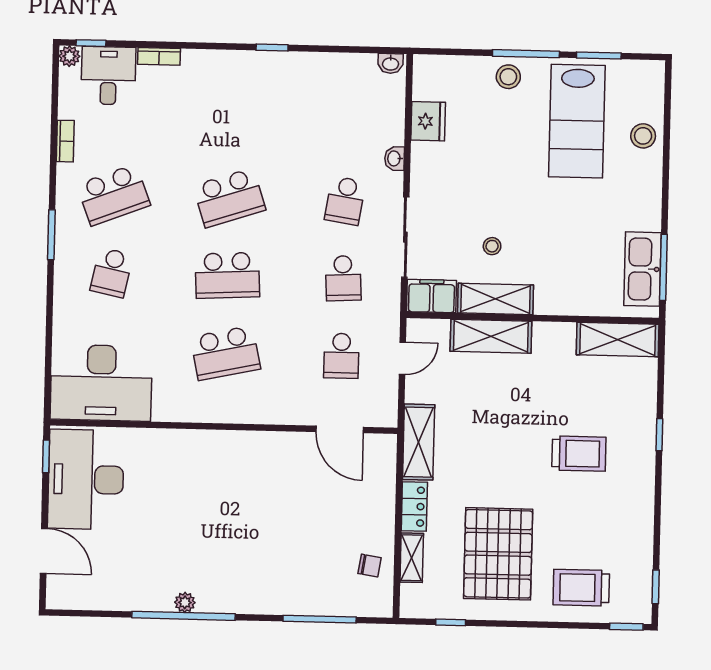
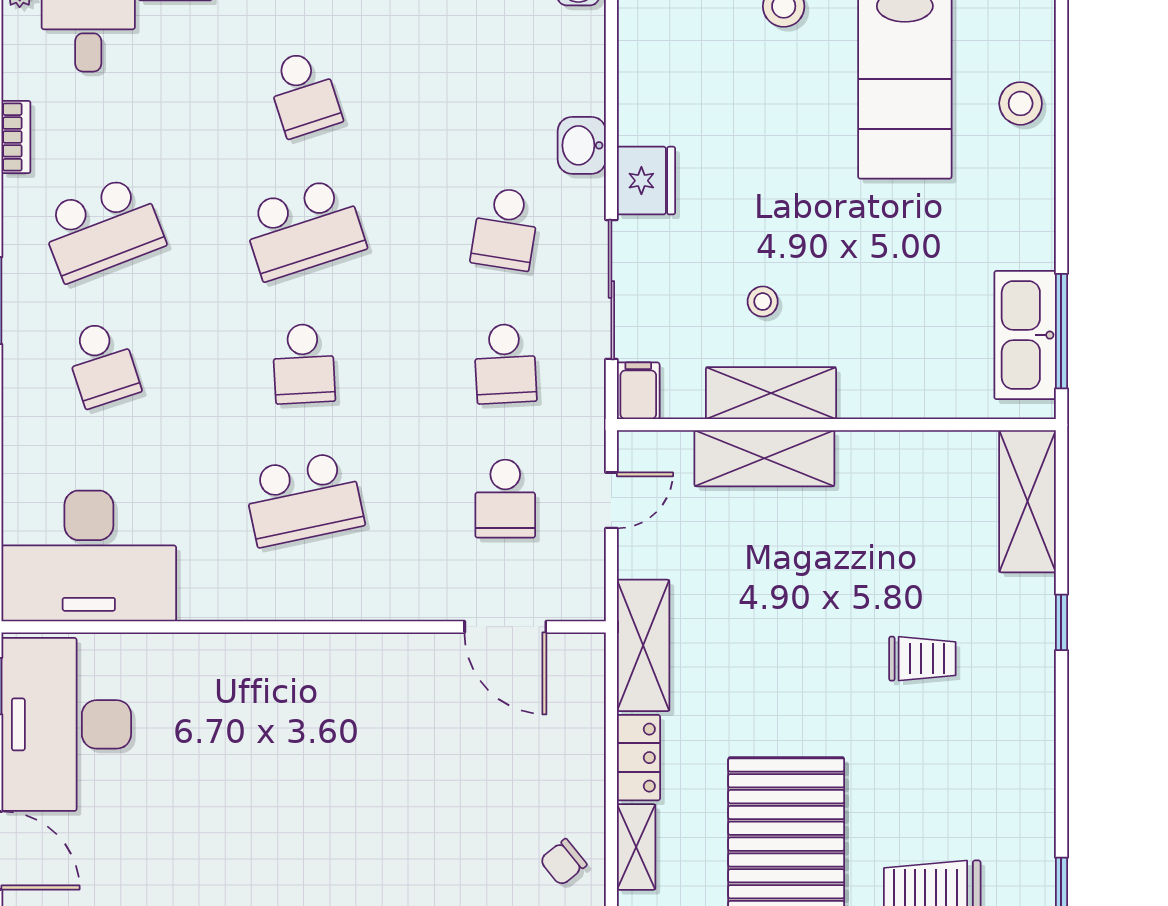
school desk: (231, 120) -> (304, 94), added
fridge: (428, 121) -> (646, 181), moved
washbasin: (394, 158) -> (582, 145), width x1.38, depth x1.45
school desk: (112, 273) -> (102, 364), turned -30
school desk: (227, 275) -> (304, 364), width x0.54
filing cabinet: (432, 296) -> (638, 391), width x0.50
shelving: (618, 340) -> (1028, 501), moved, turned 90
trolley: (579, 454) -> (922, 659), width x0.73, depth x0.72
chair: (370, 566) -> (563, 862), turned 132

